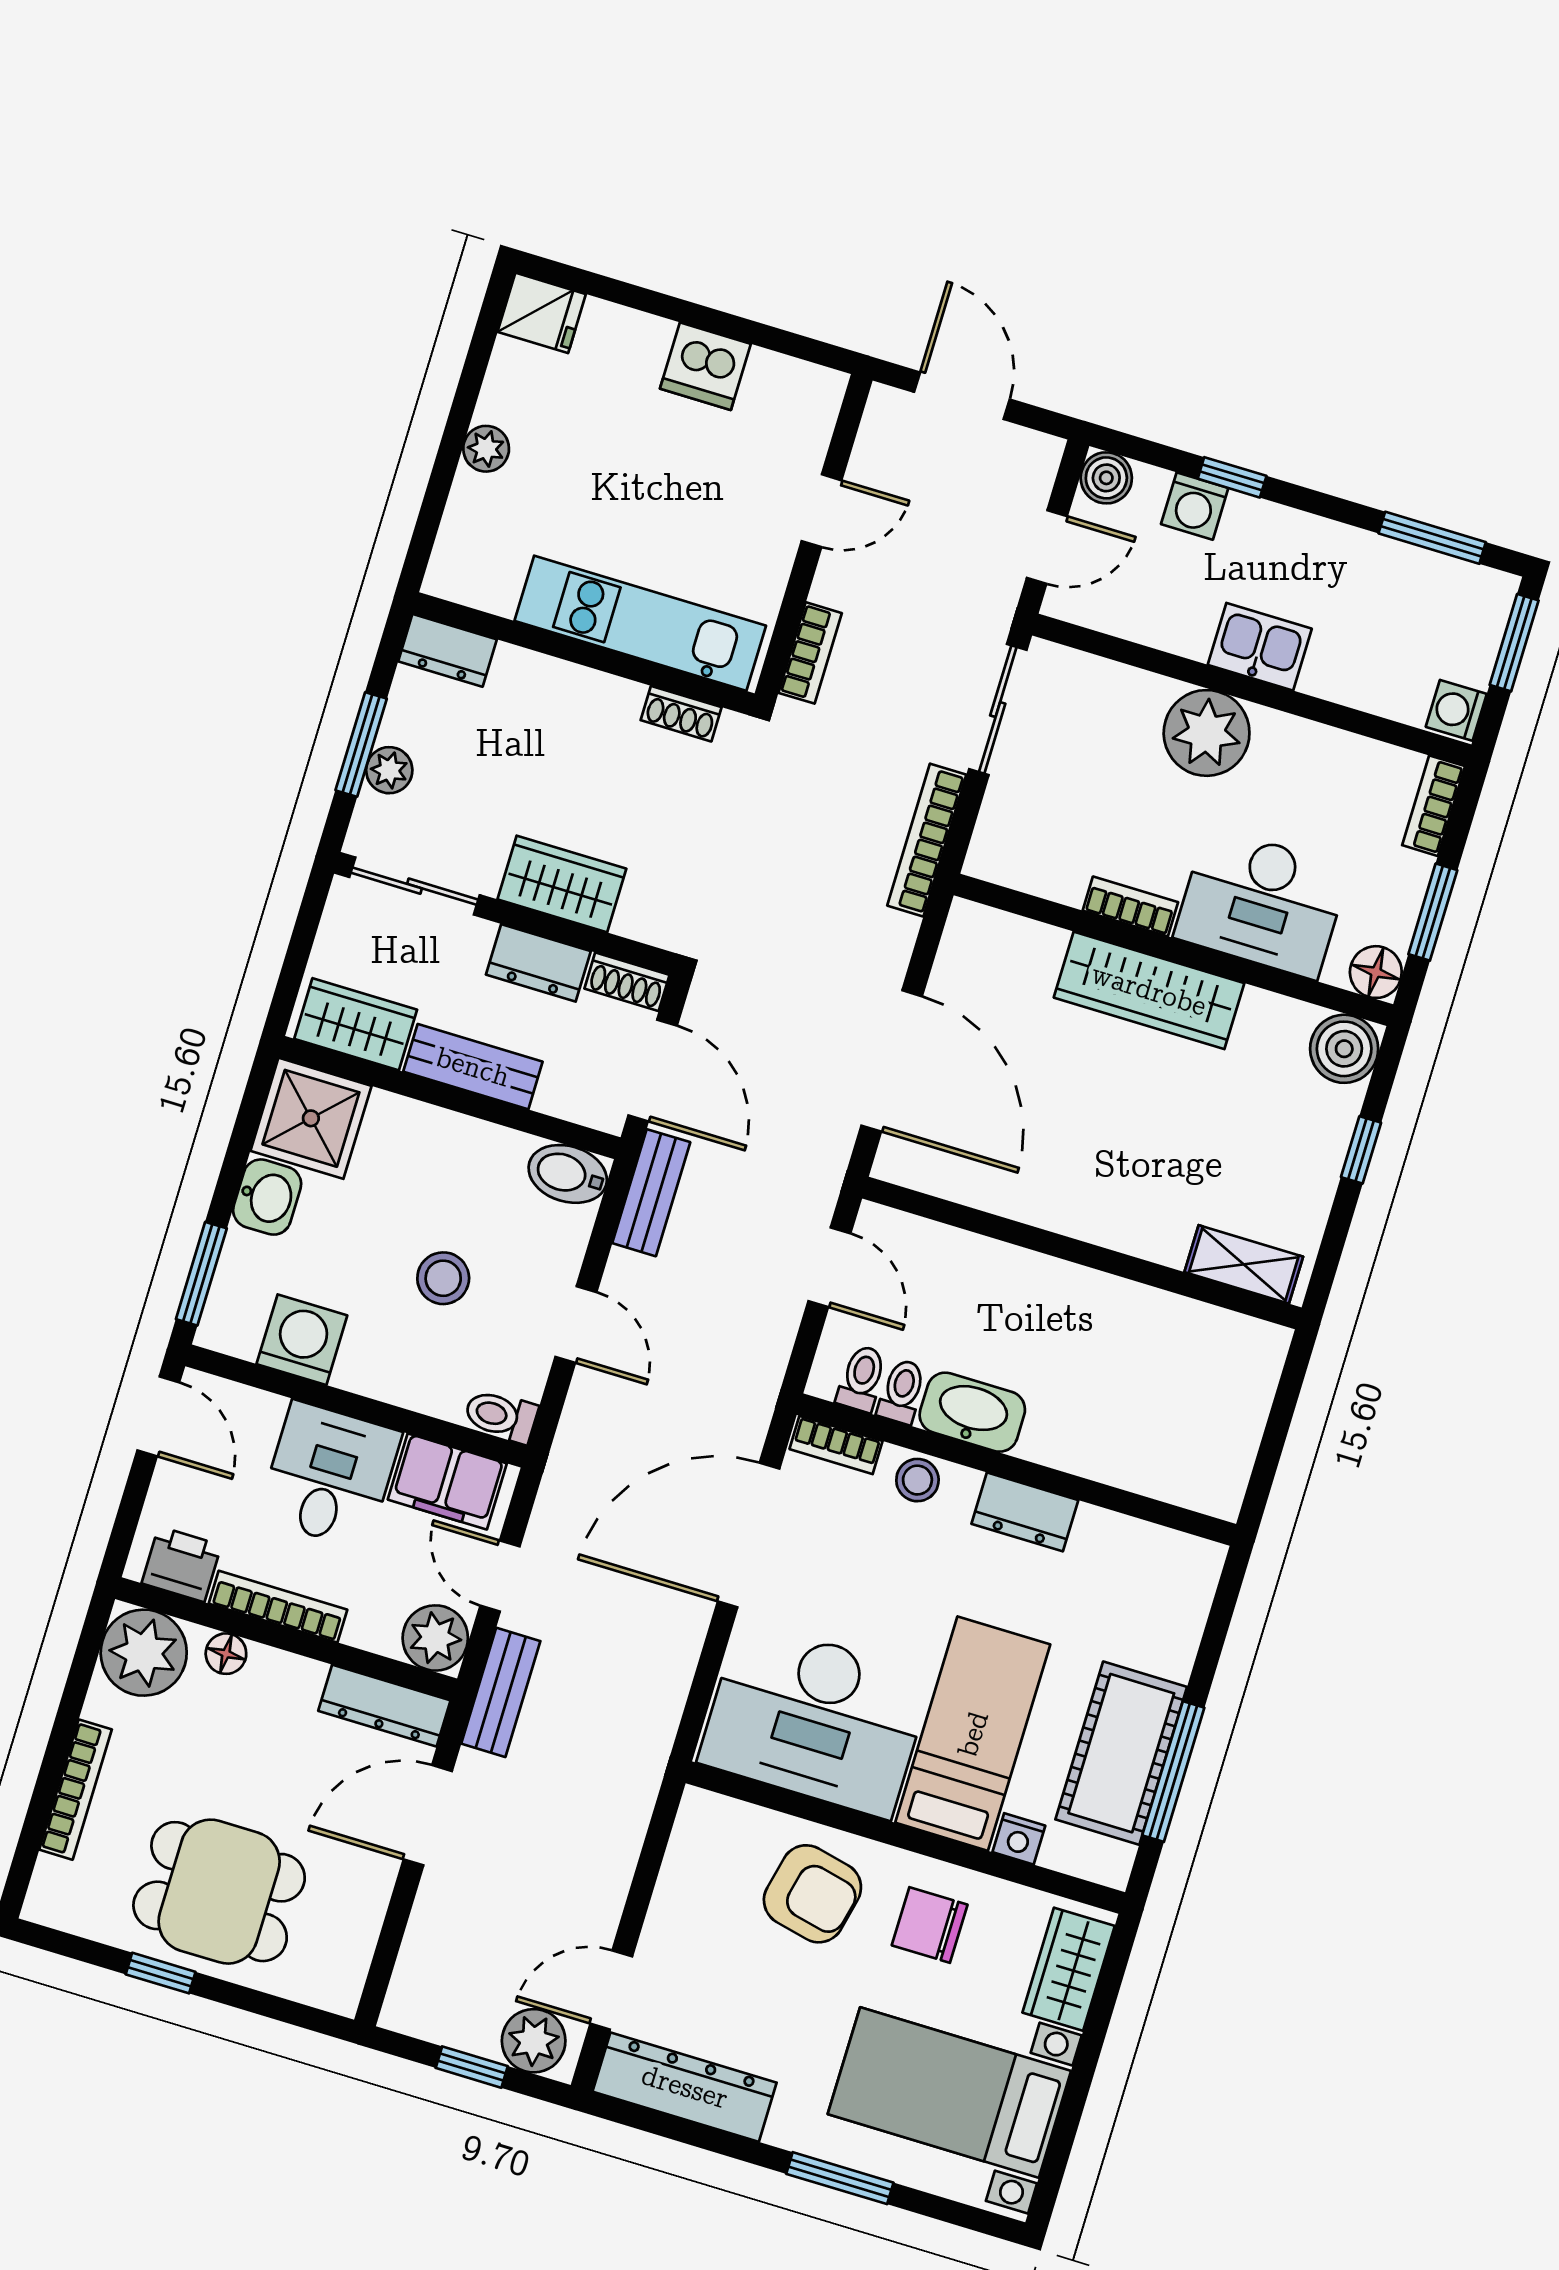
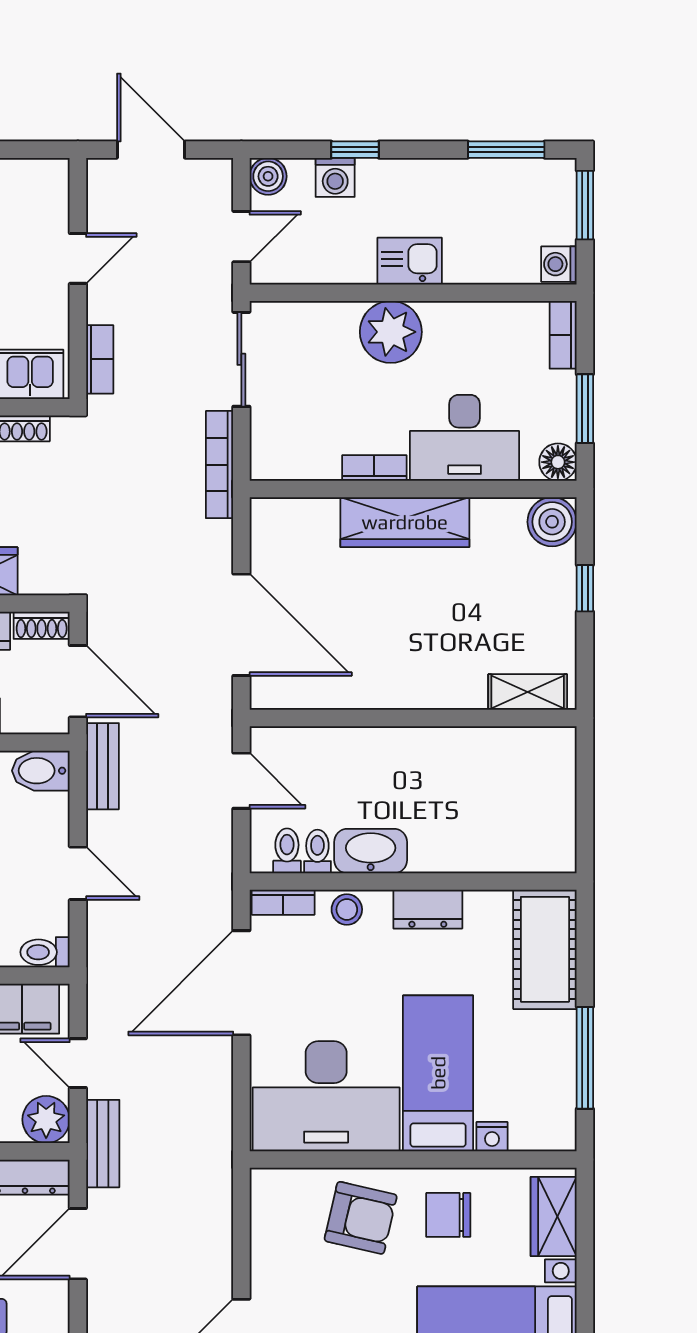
cot: (1121, 1753) -> (545, 949), moved

